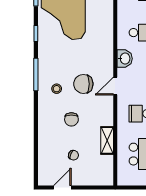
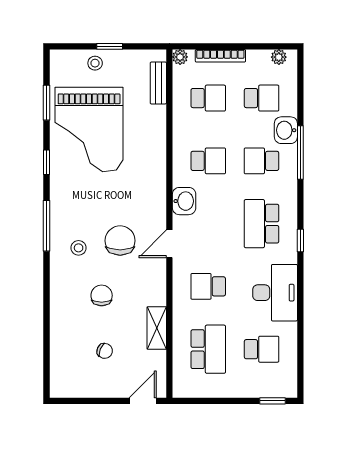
chair: (83, 84) -> (120, 241), turned 90
chair: (71, 119) -> (102, 295), turned 180
door: (62, 187) -> (143, 401), moved

